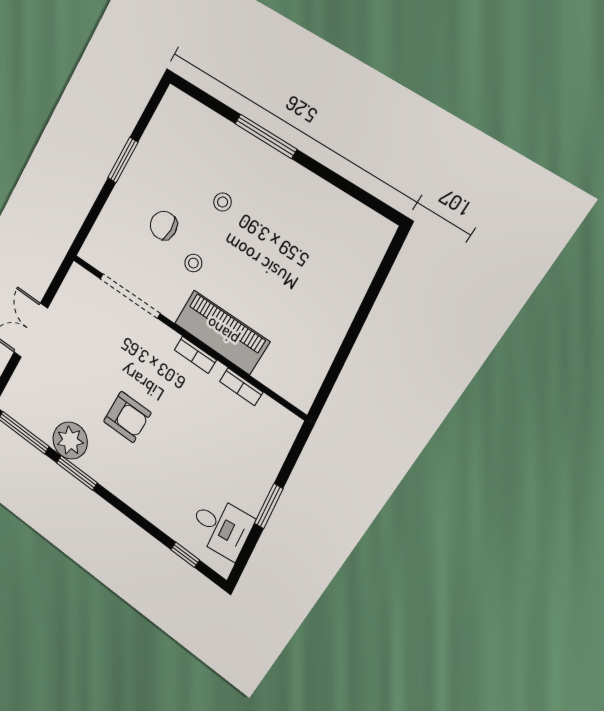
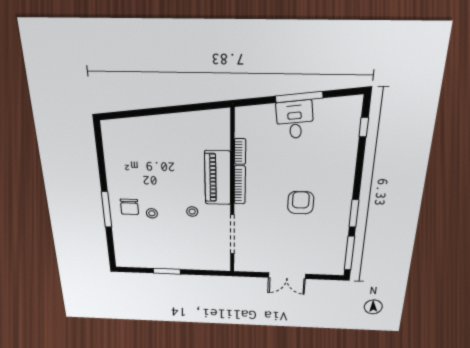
chair: (164, 225) -> (129, 207), moved
bookcase: (195, 355) -> (240, 185), width x1.56
plant: (70, 441) -> (337, 226), removed
window: (269, 506) -> (299, 97), width x1.44
desk: (221, 527) -> (295, 120), moved

